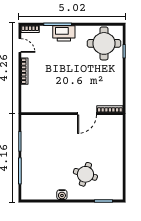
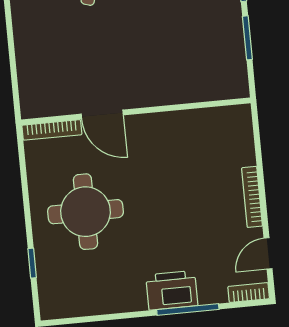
round table: (104, 43) -> (86, 212), moved
door: (20, 46) -> (268, 253), hinge flipped
door: (87, 114) -> (102, 115), swing flipped

